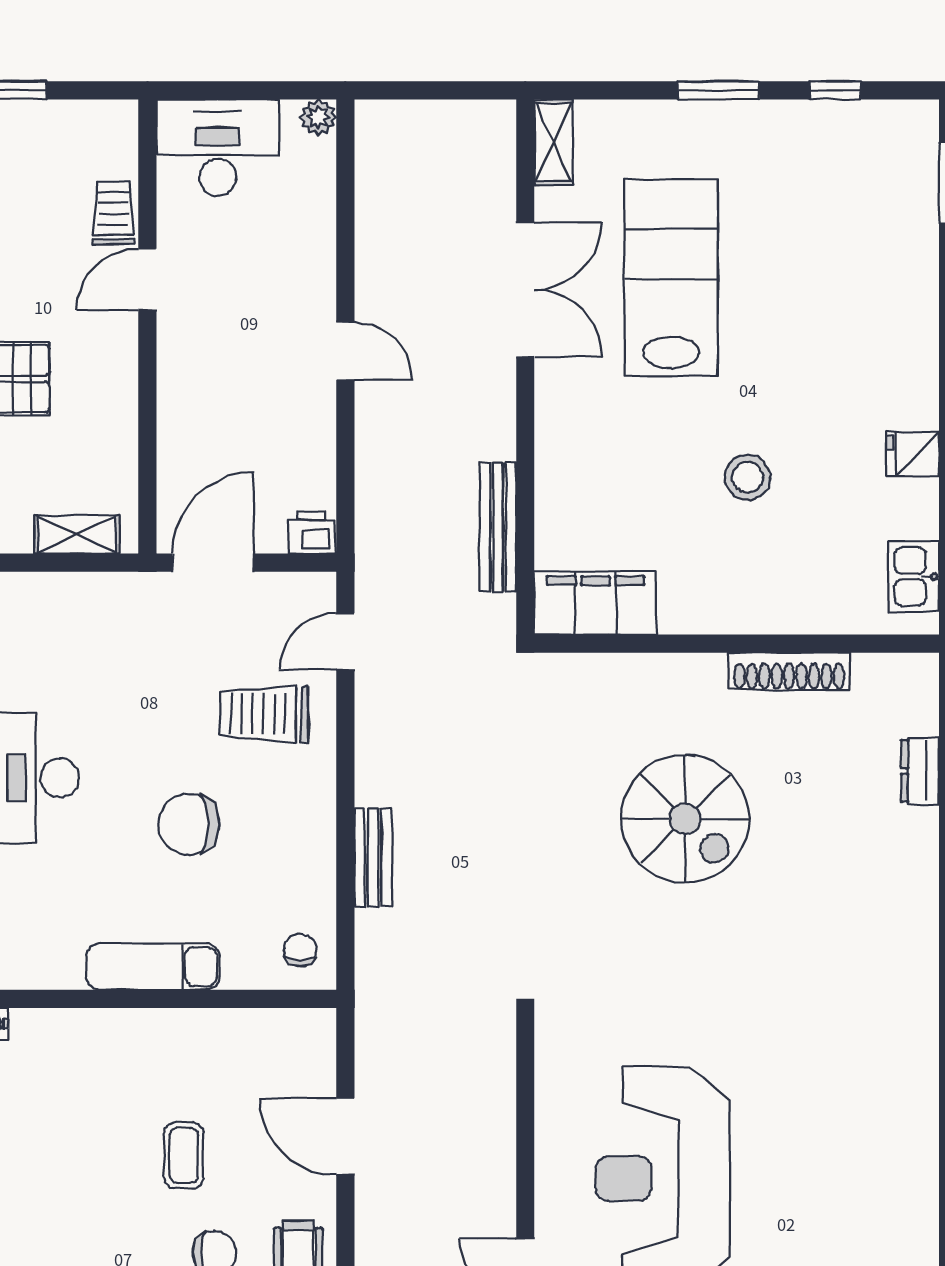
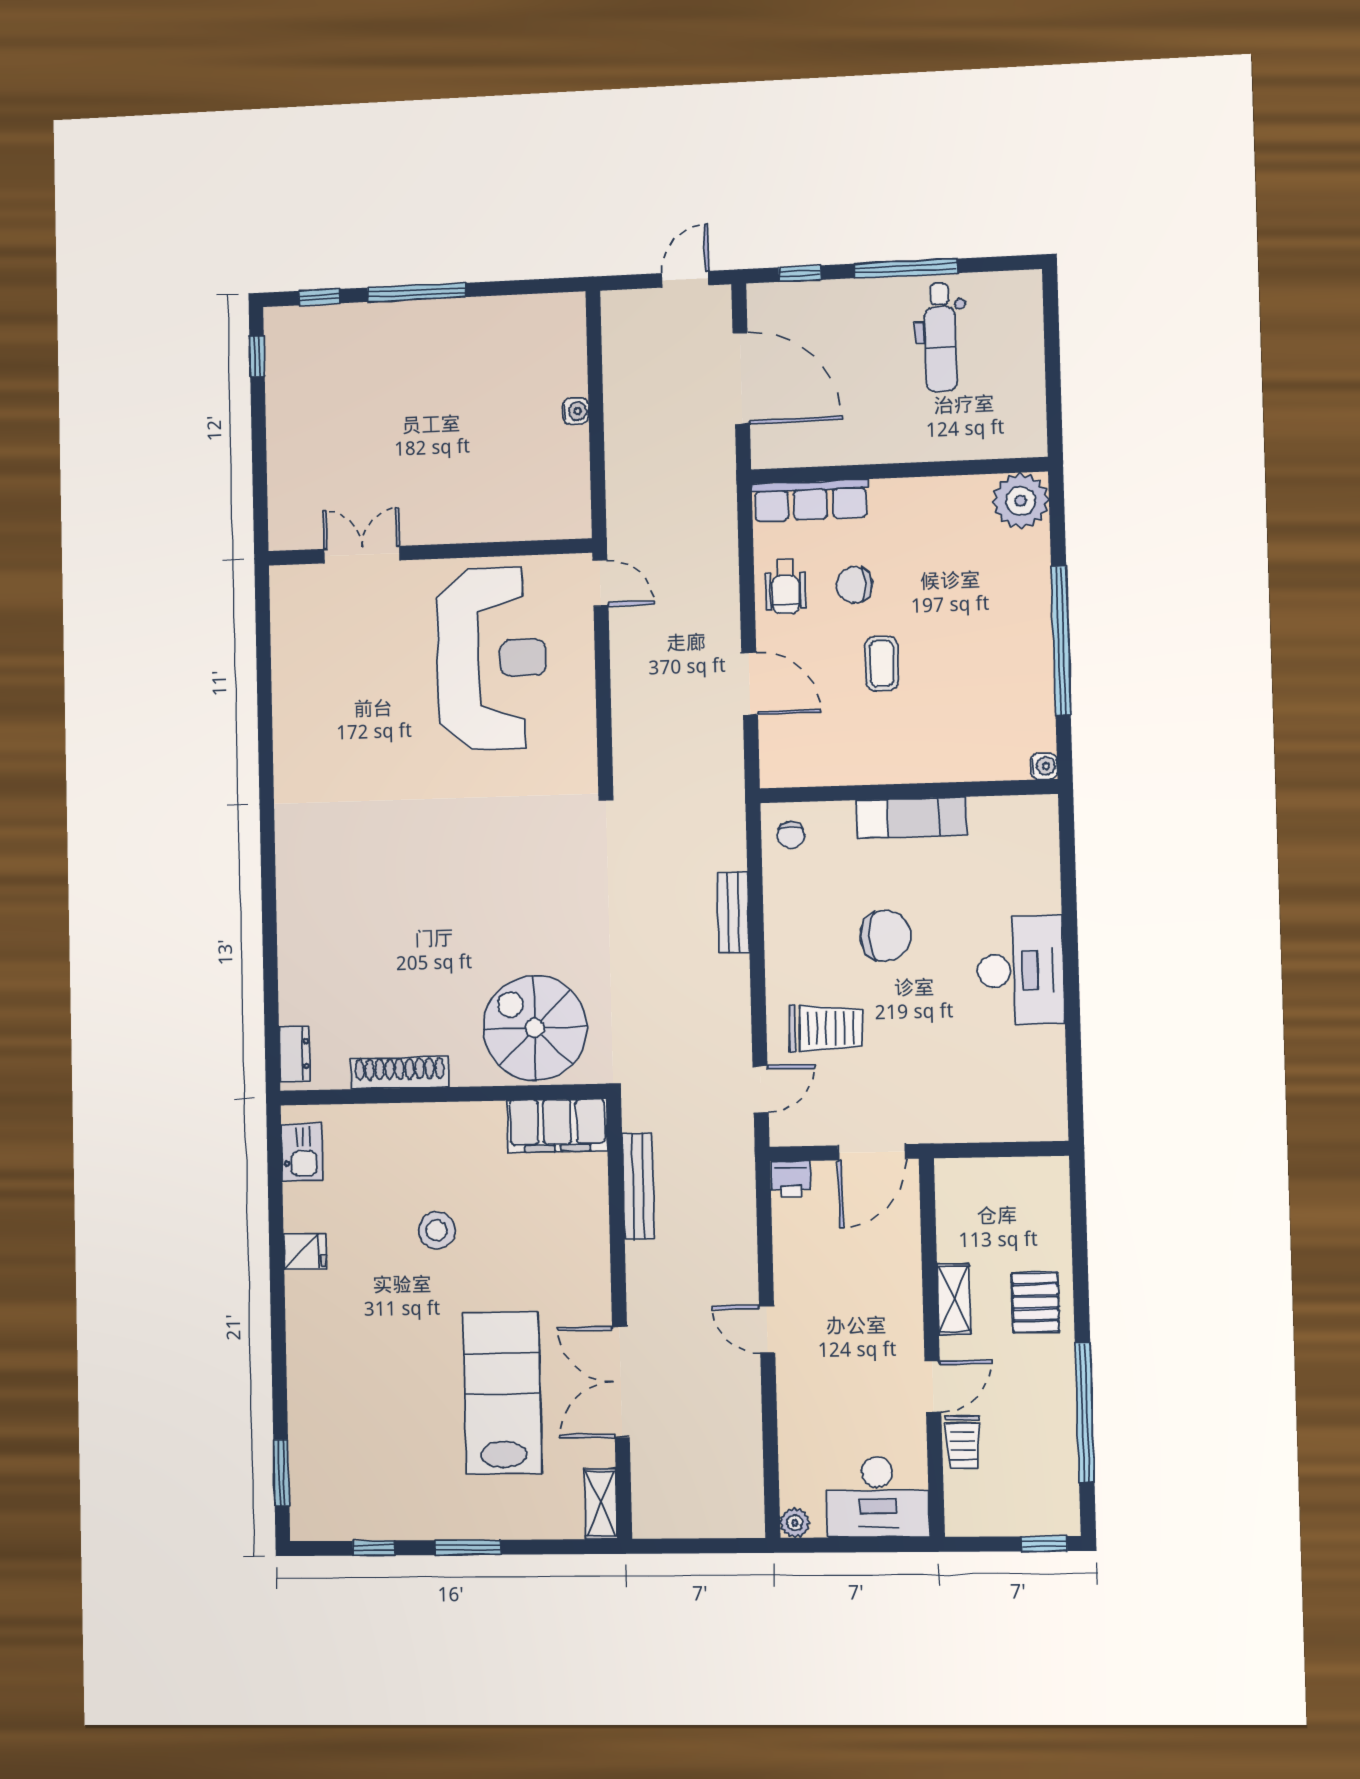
lab bench: (671, 278) -> (502, 1393), turned 180
shelving: (77, 534) -> (954, 1299), moved, turned 90
dresser: (920, 771) -> (294, 1054), moved
spiral stairs: (685, 819) -> (535, 1028), moved

